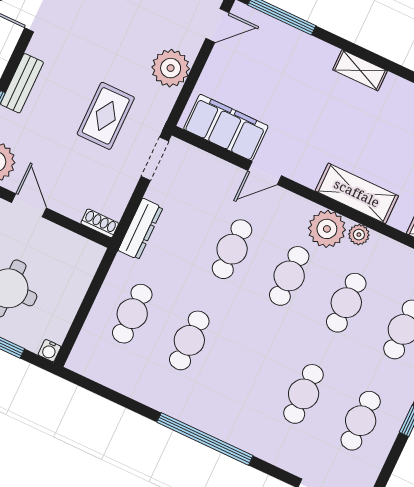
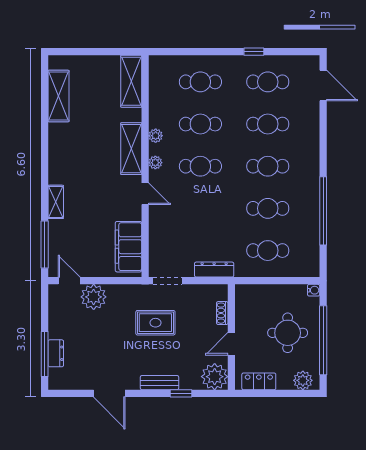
plant: (171, 68) -> (94, 297), moved
shelving: (360, 70) -> (56, 202), moved
door: (265, 173) -> (145, 194), moved
shoe rack: (100, 223) -> (222, 313), moved
plant: (327, 229) -> (155, 163), width x0.53, depth x0.53
cafe table: (232, 249) -> (268, 166), moved
window: (205, 439) -> (323, 211), moved

